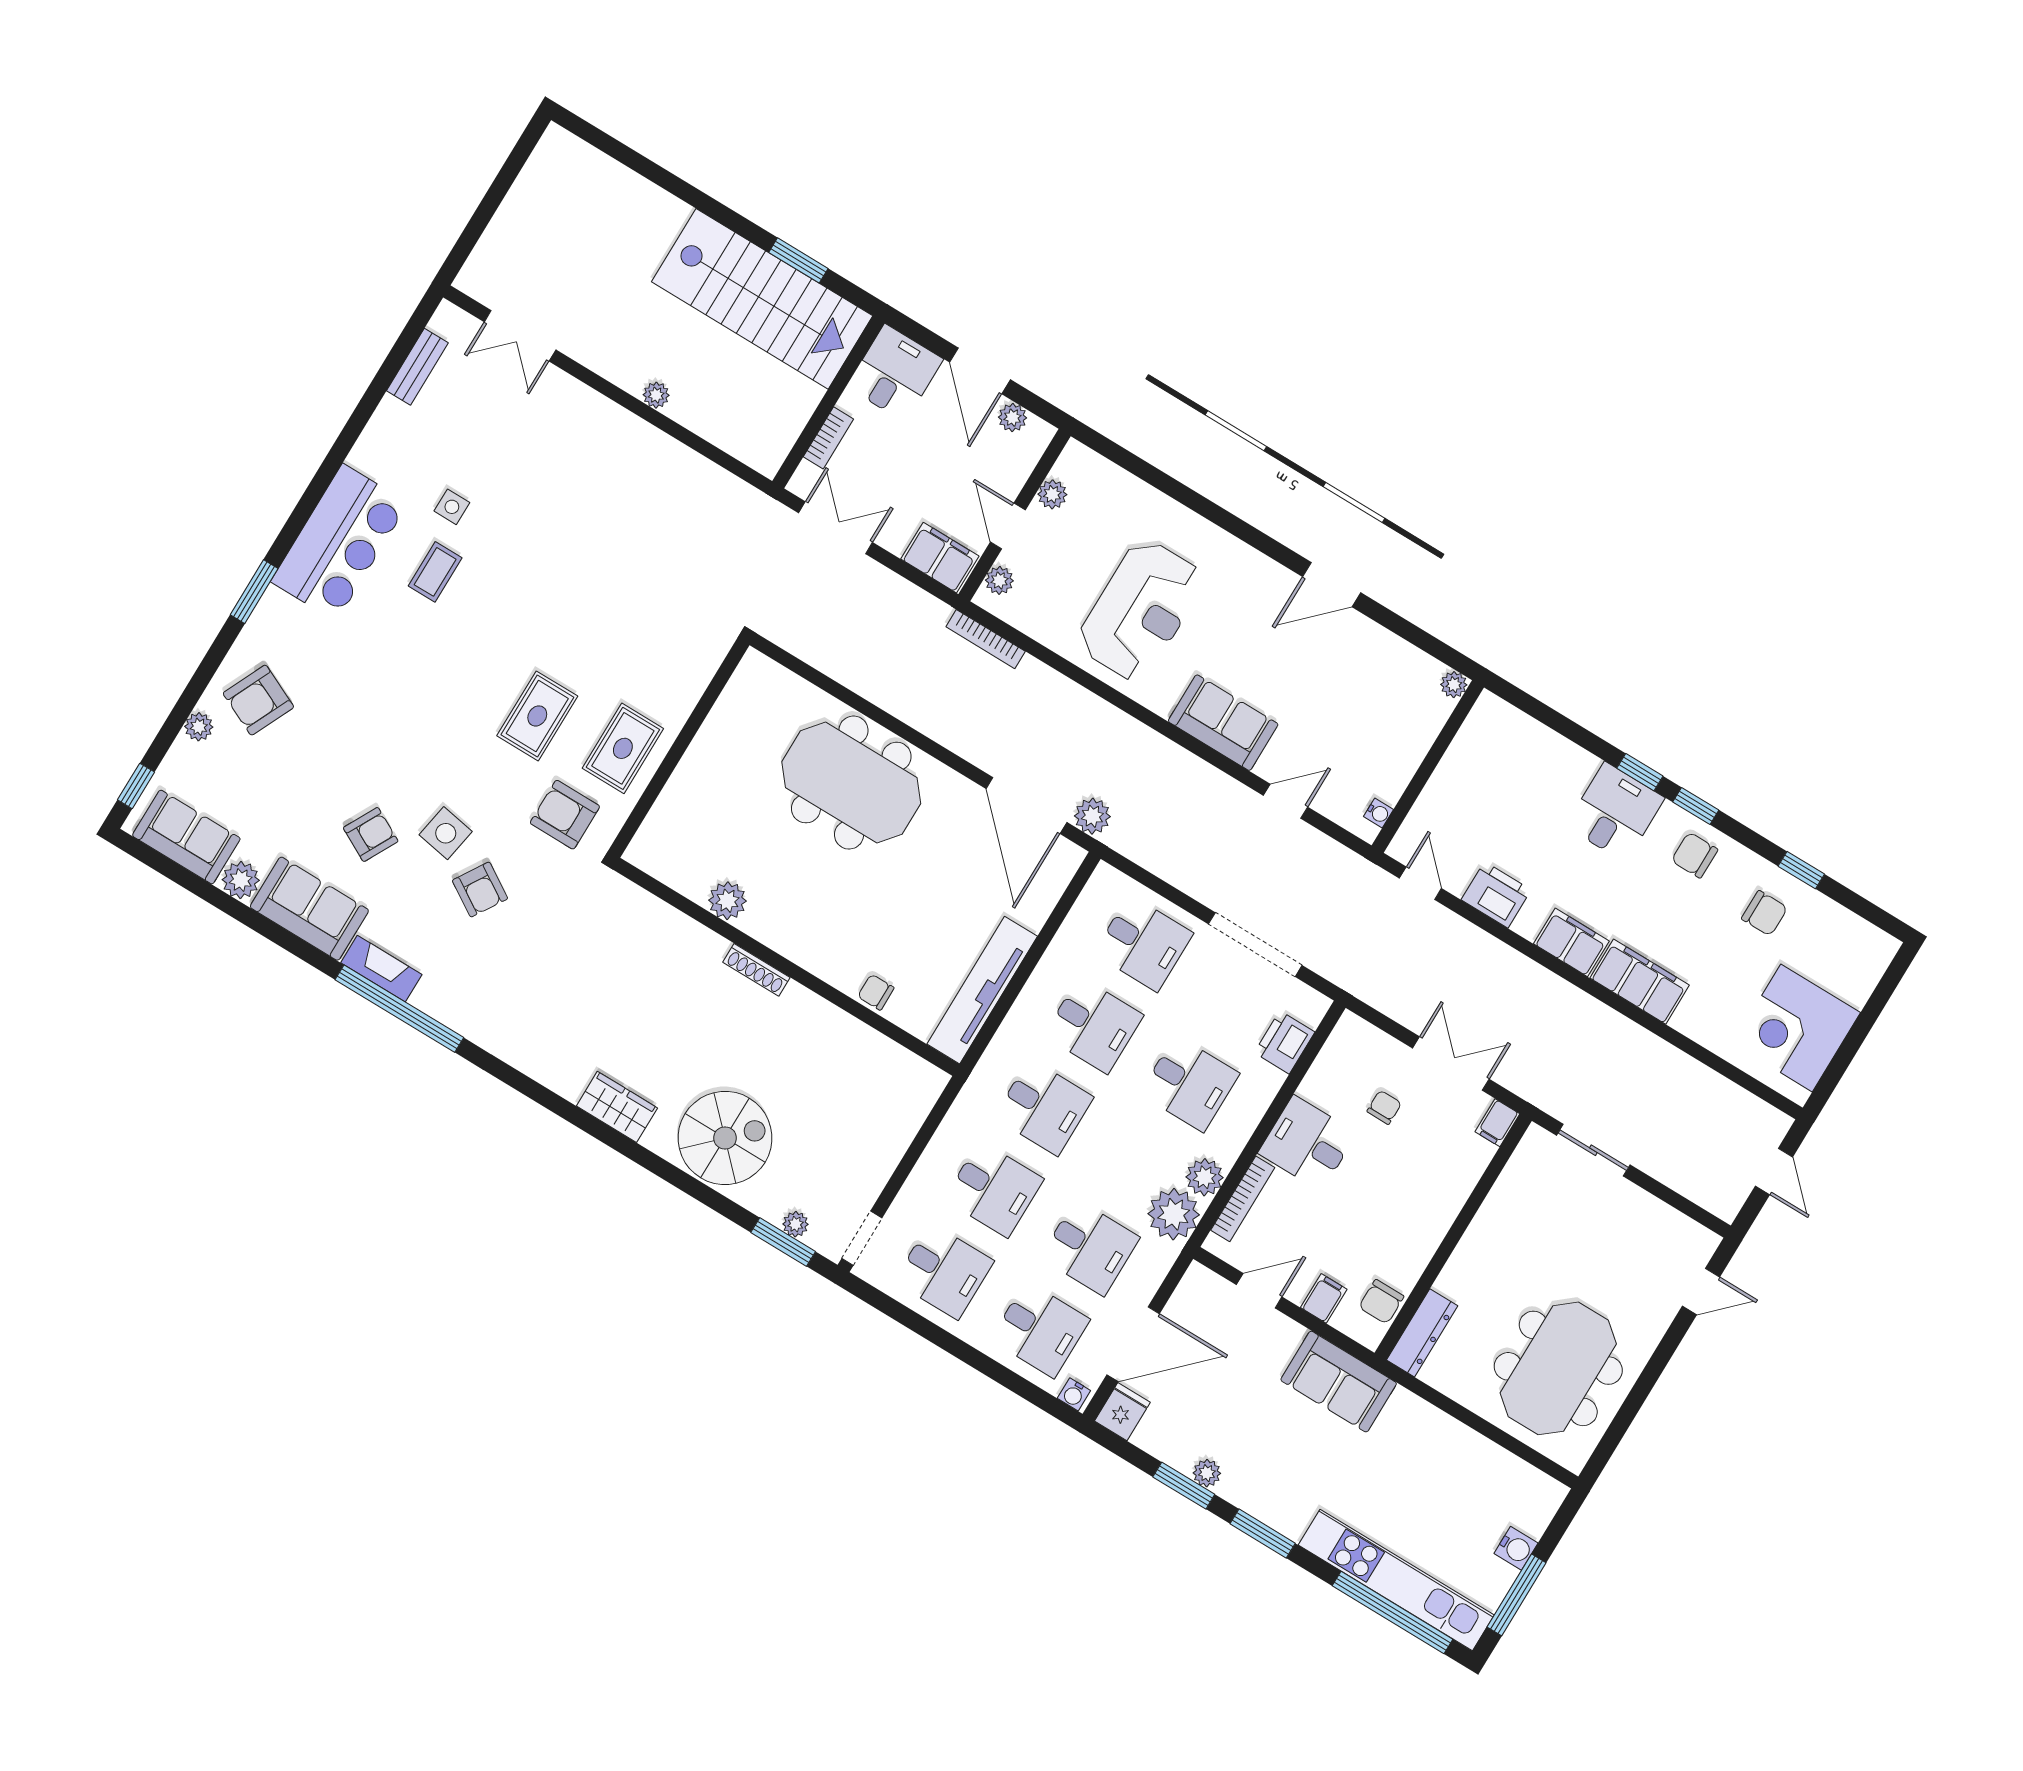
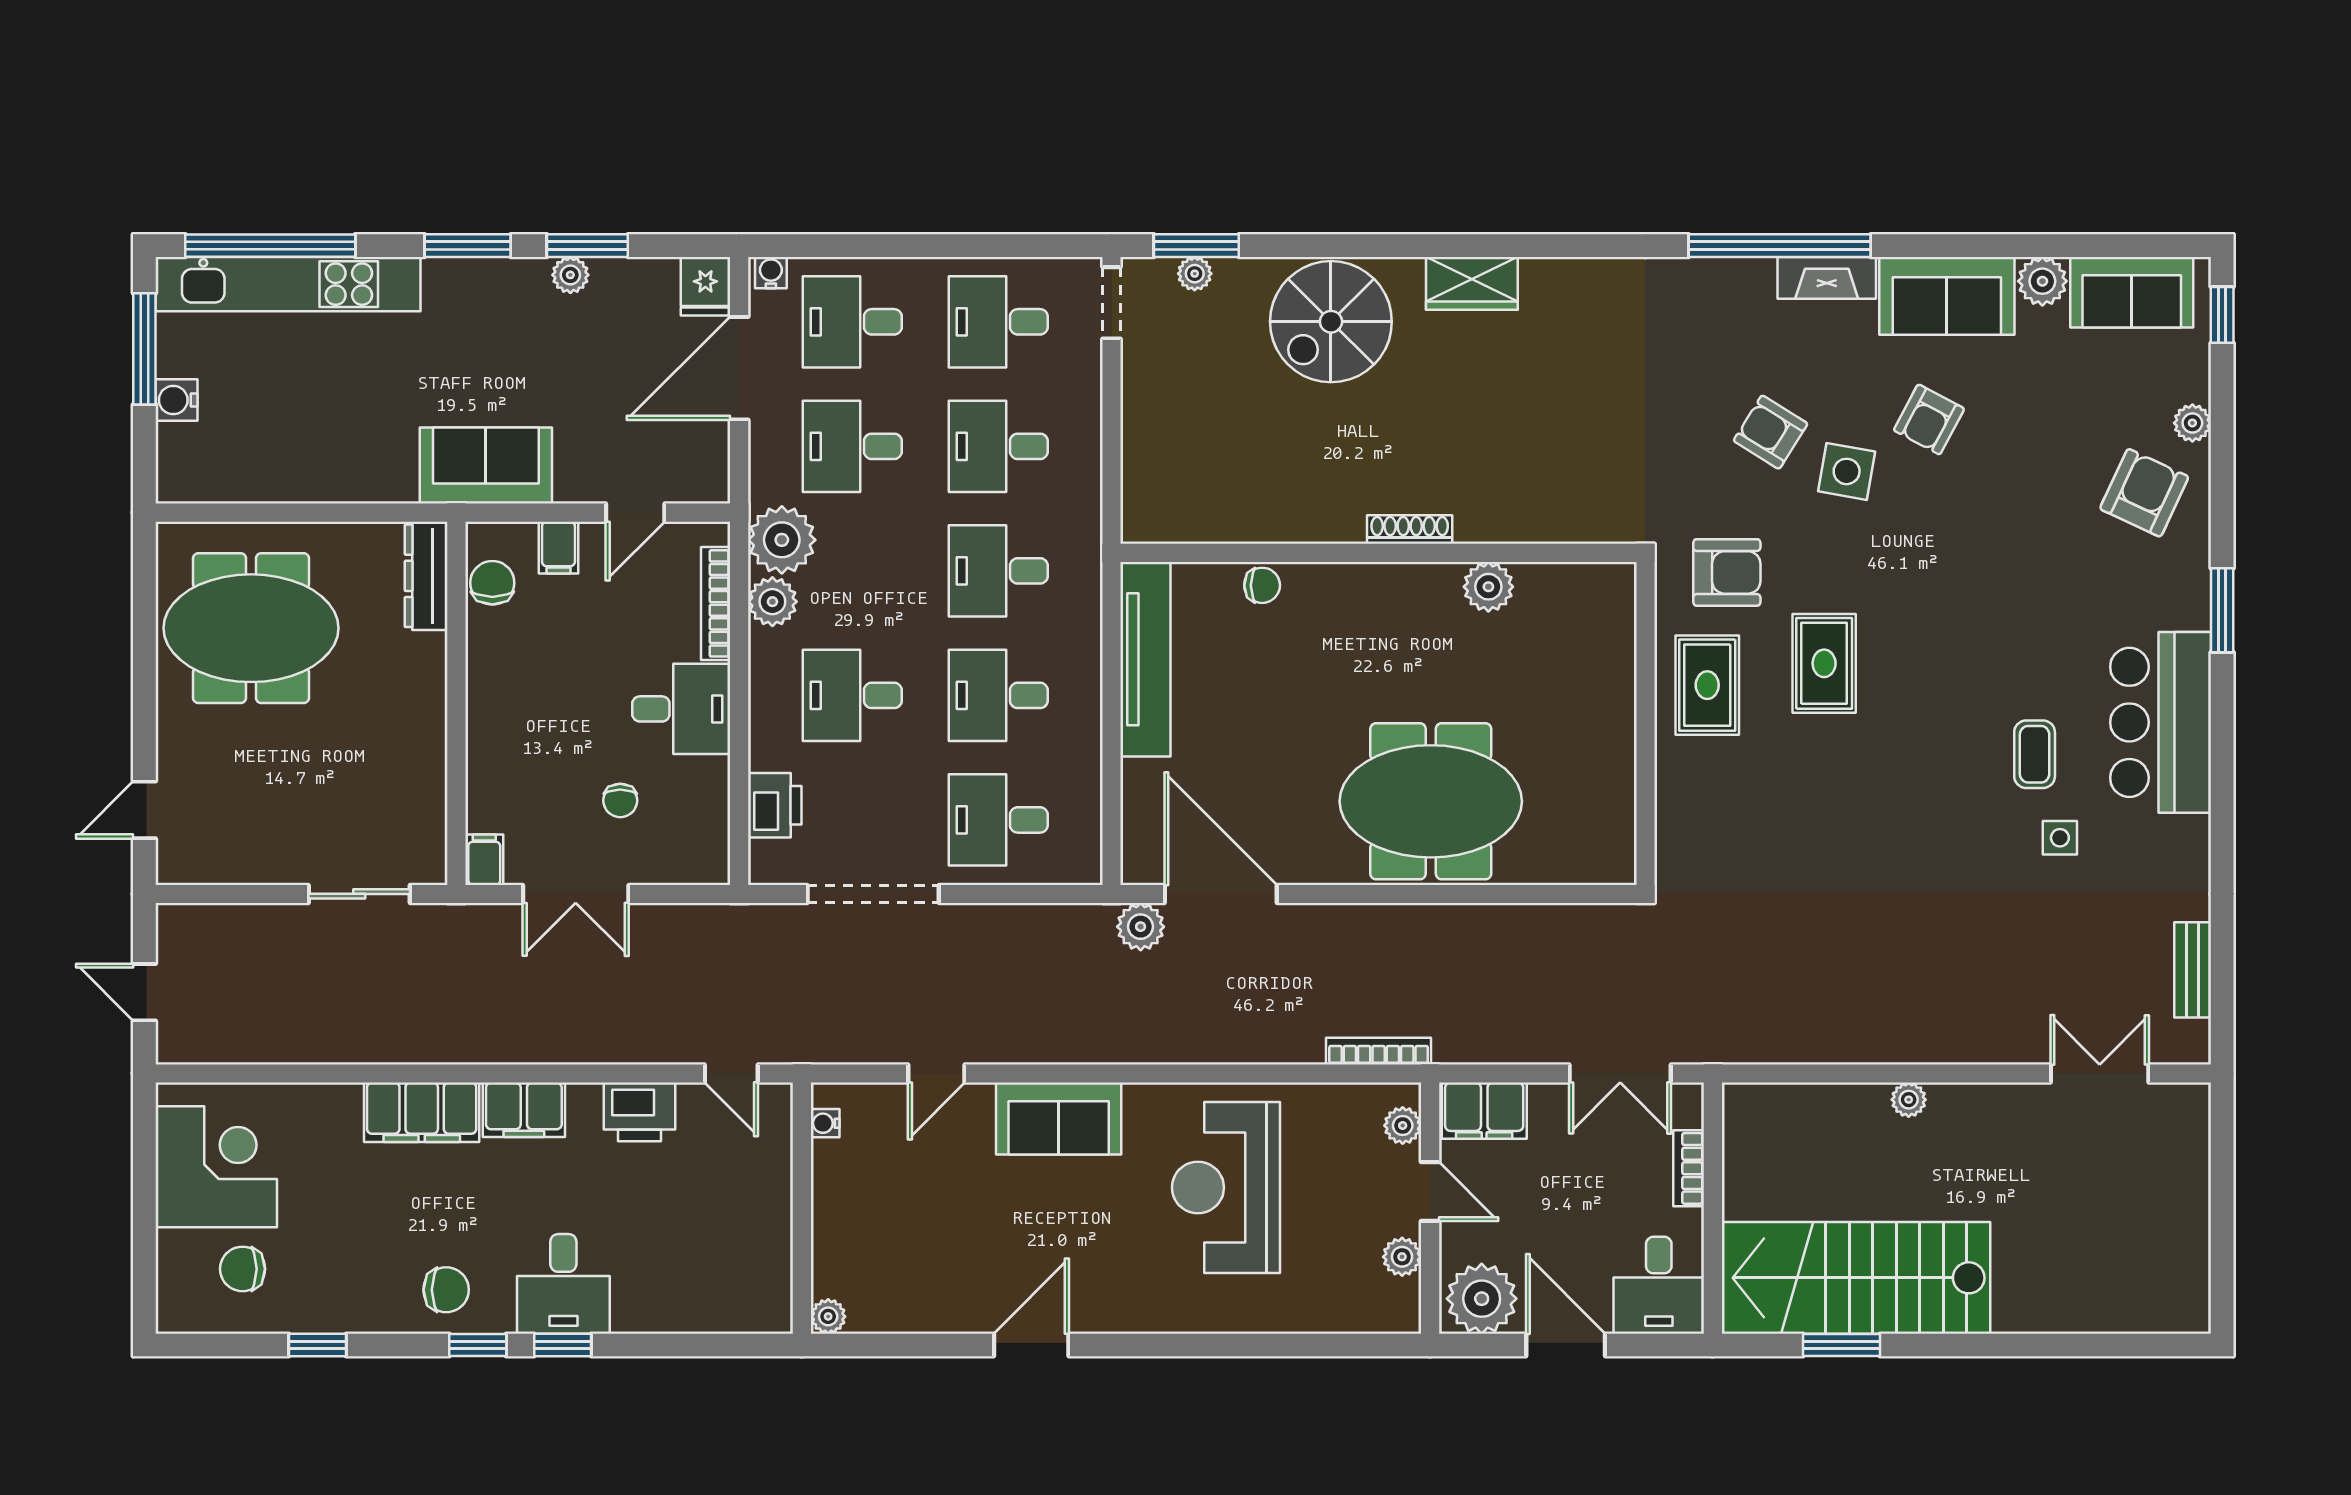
plant: (1013, 418) -> (1482, 1299), width x1.87, depth x1.87
chair: (1765, 913) -> (243, 1269), moved
meeting table: (1558, 1368) -> (251, 628), turned 90

